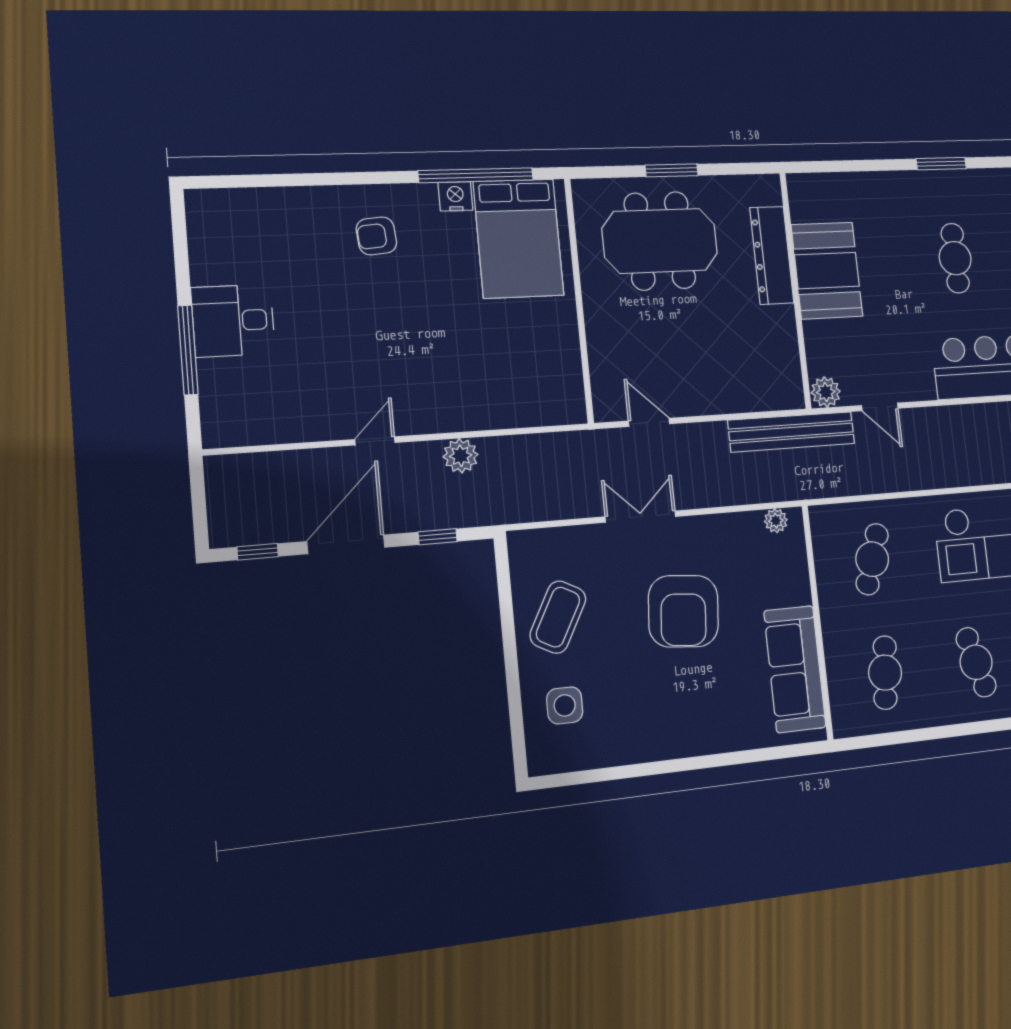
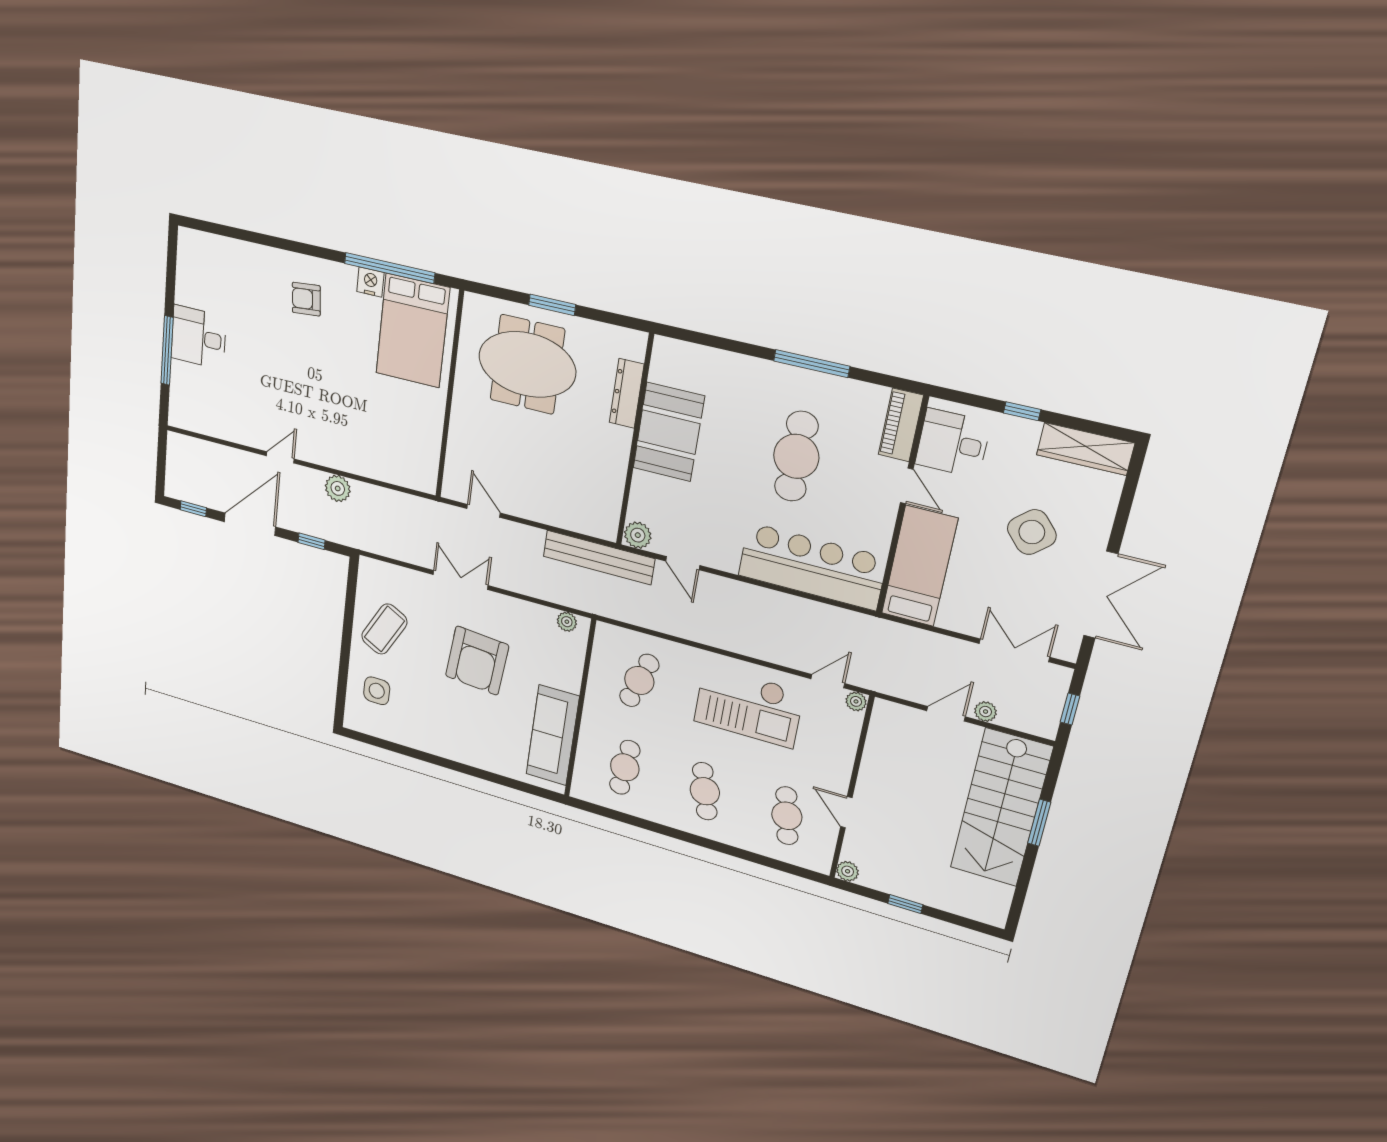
window: (941, 164) -> (812, 364), width x1.44
dresser: (772, 255) -> (627, 393), width x0.73, depth x0.80
cafe table: (955, 258) -> (796, 456), width x1.37, depth x1.35

